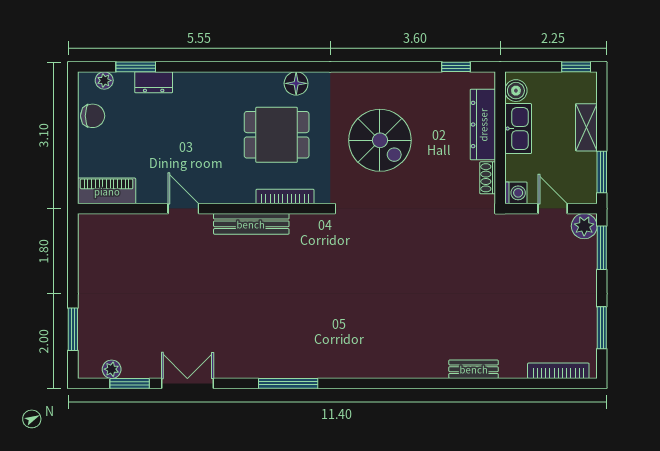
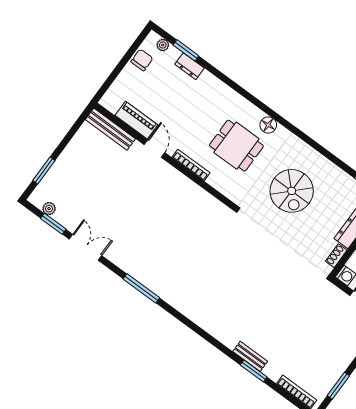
chair: (93, 116) -> (142, 60), turned -90
piano: (107, 191) -> (136, 120), moved
bookcase: (285, 196) -> (191, 165), moved
bench: (251, 224) -> (110, 129), moved
window: (490, 383) -> (254, 371), added

